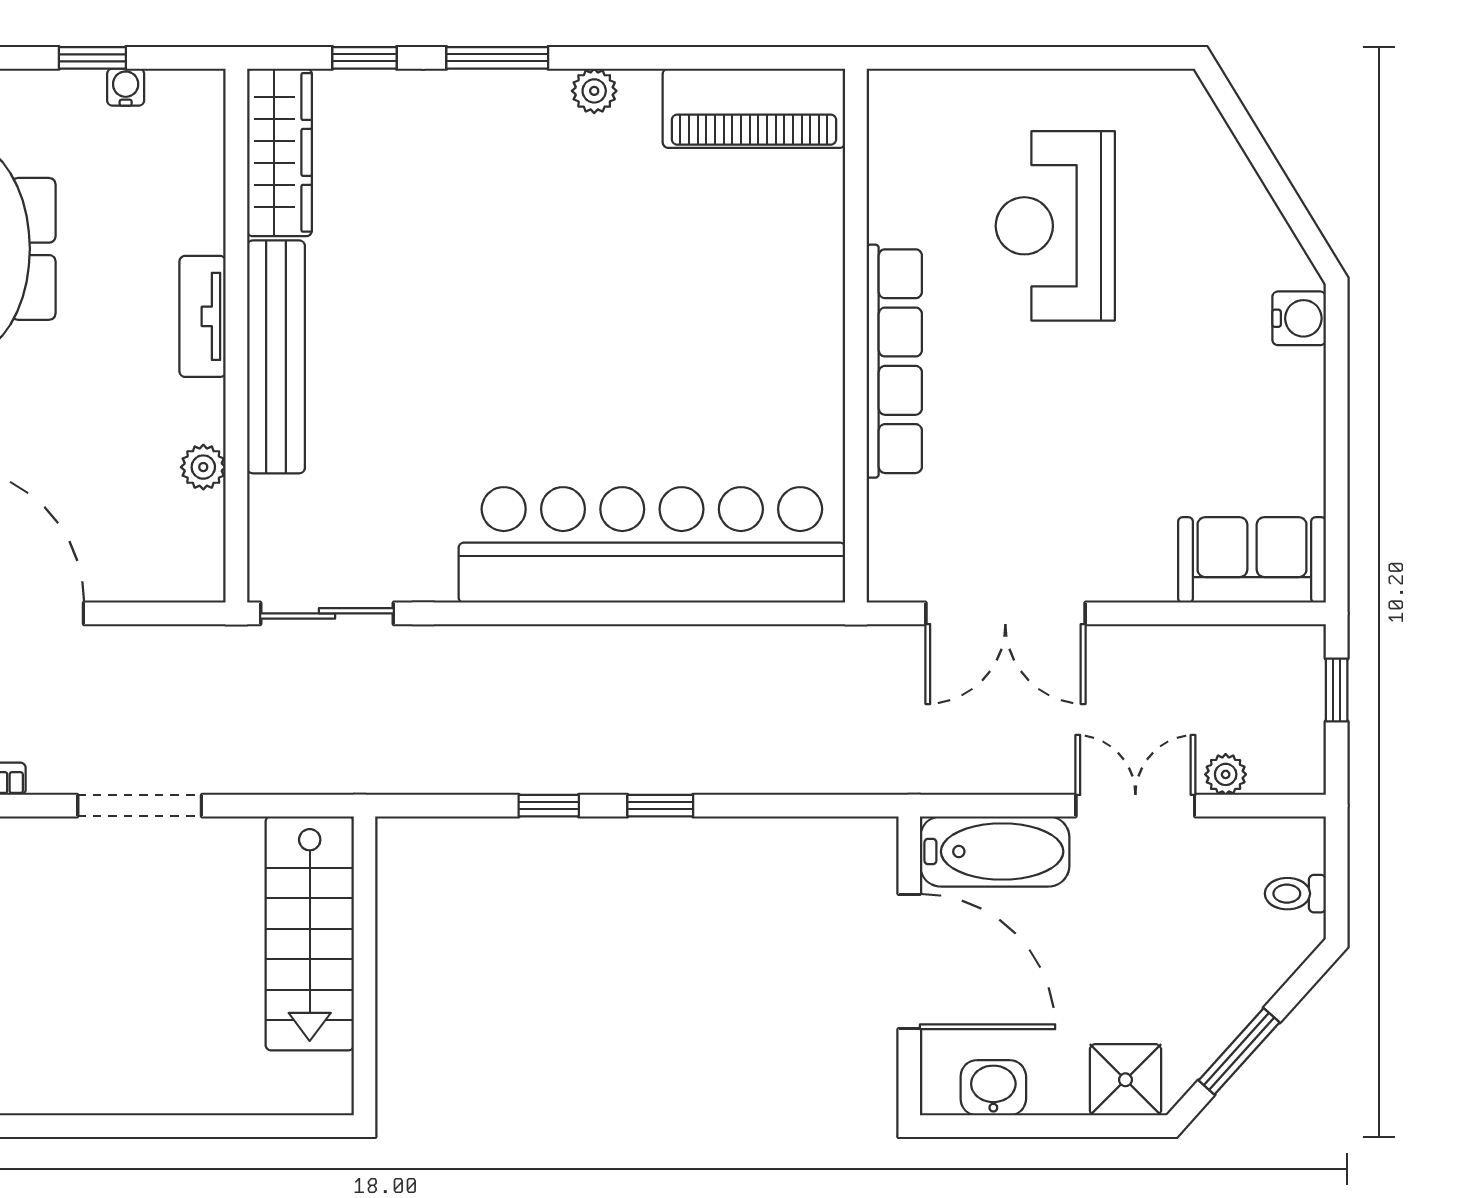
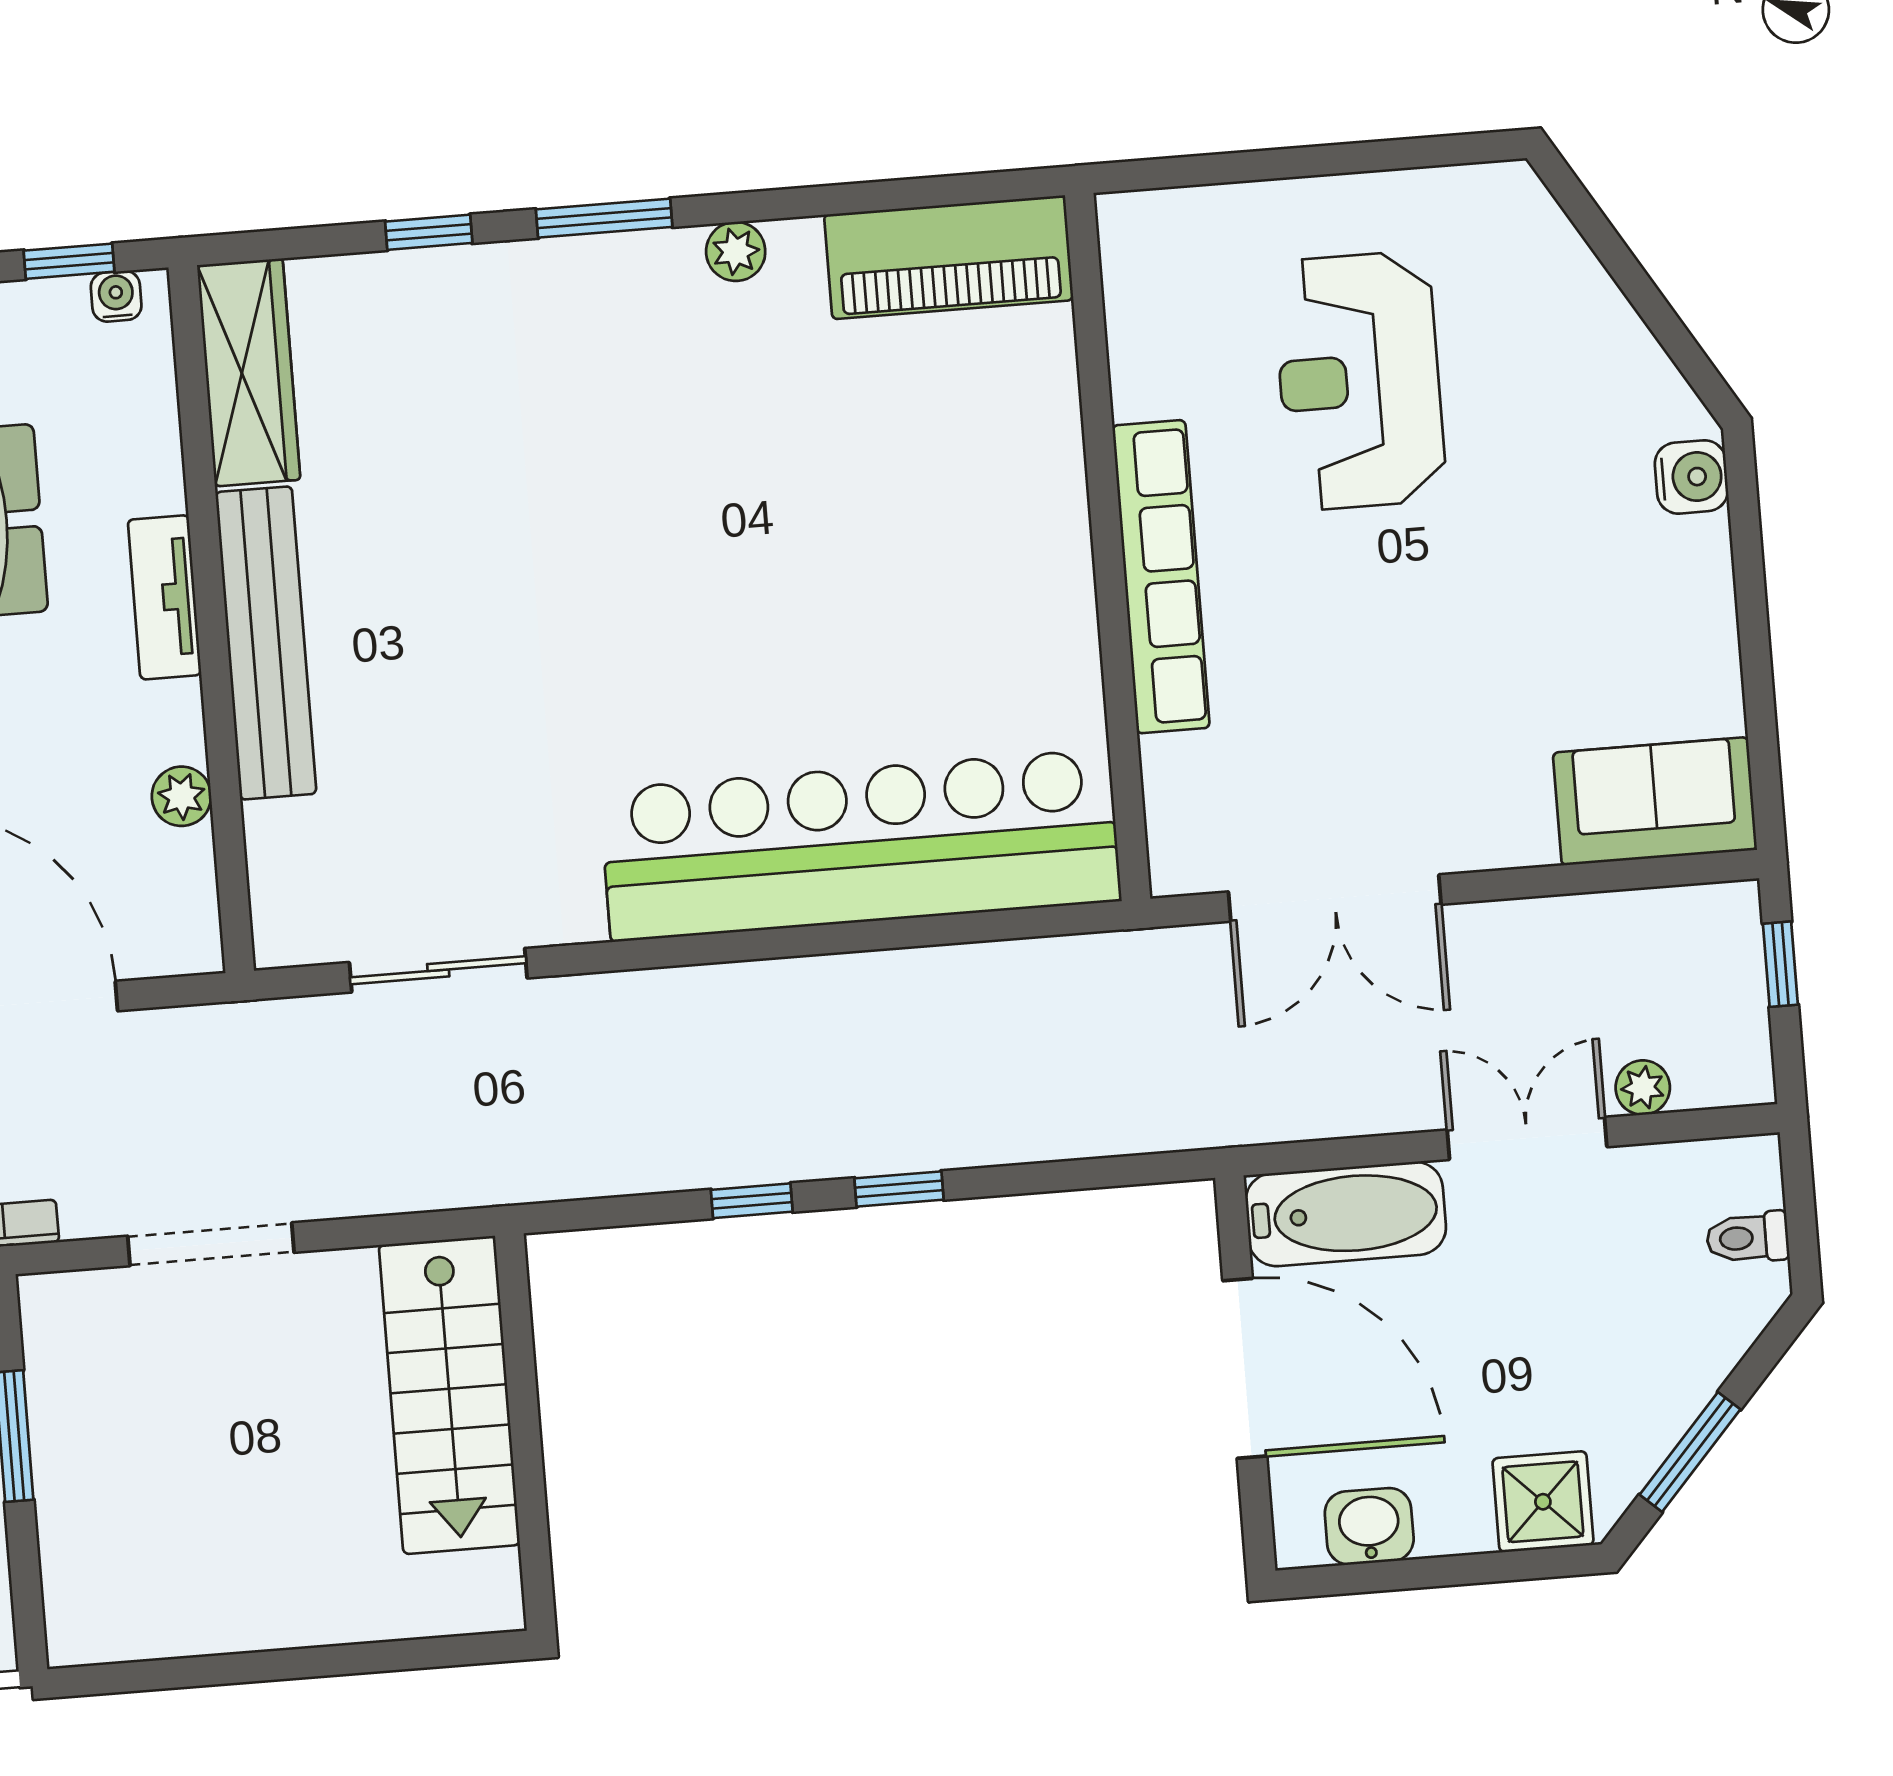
wardrobe: (279, 152) -> (249, 372), moved
tv unit: (203, 316) -> (165, 597), moved
wall: (236, 336) -> (211, 619), moved
bench: (276, 357) -> (266, 643), moved
plant: (203, 467) -> (181, 796), moved

